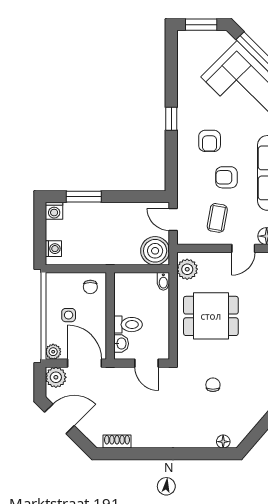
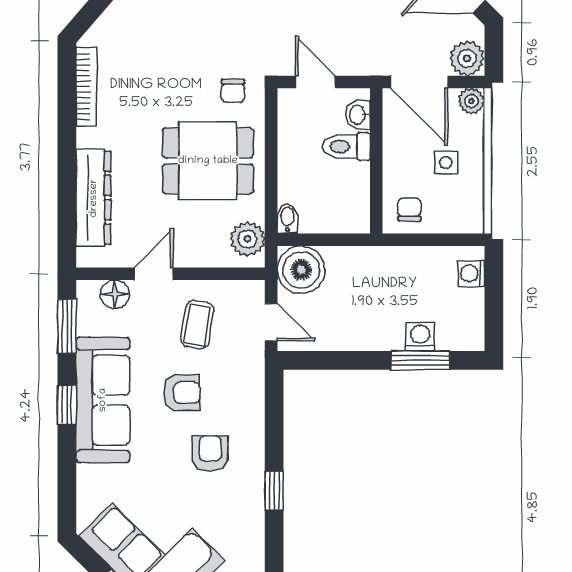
washing machine: (54, 211) -> (420, 337), moved
chair: (213, 385) -> (233, 91), moved

